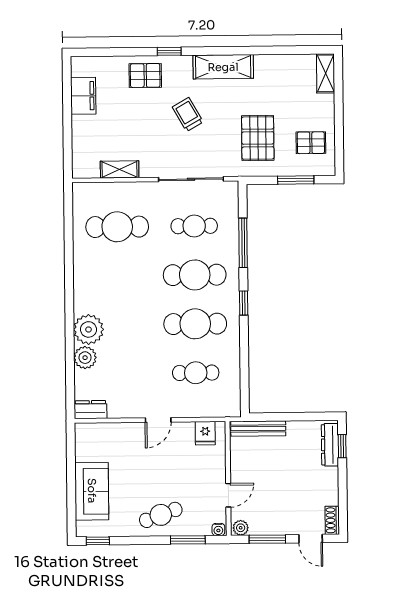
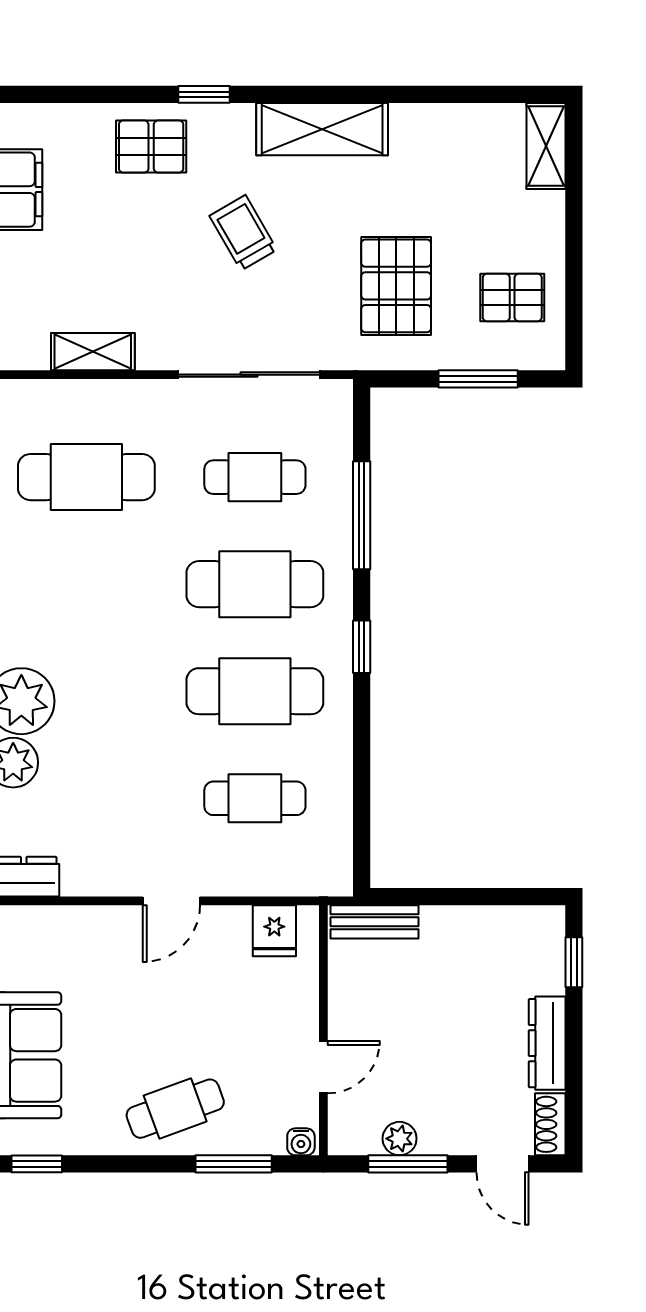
bench: (258, 429) -> (375, 922), width x0.73
dresser: (330, 445) -> (547, 1043), moved
plant: (241, 528) -> (400, 1139), moved

